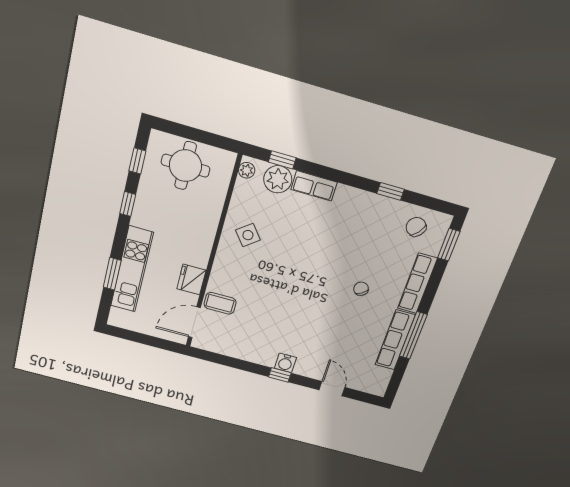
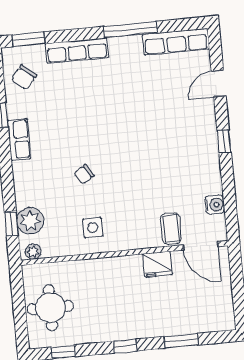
row of seats: (314, 186) -> (19, 140), moved
window: (128, 204) -> (125, 346), moved
side table: (248, 235) -> (93, 228), turned 37
kitchen unit: (132, 269) -> (169, 324), removed
chair: (361, 289) -> (84, 174), moved
row of seats: (395, 340) -> (176, 42), moved
water cooler: (285, 363) -> (215, 205), moved

